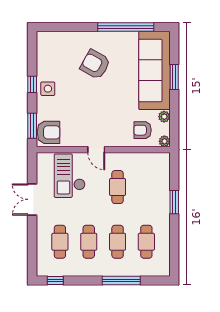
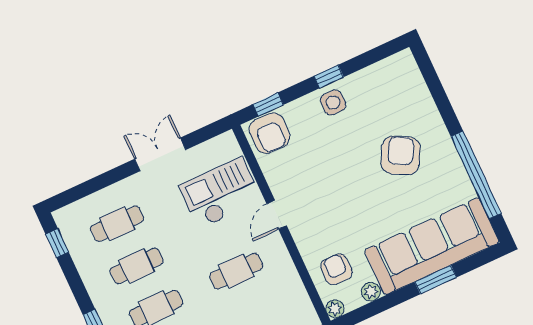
window: (32, 126) -> (268, 105), width x0.67

